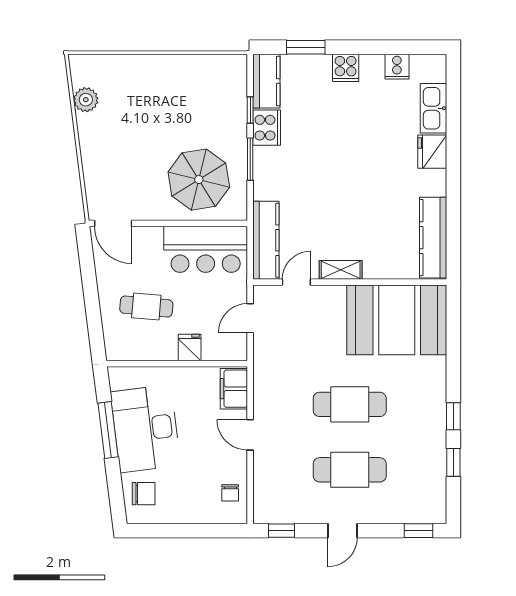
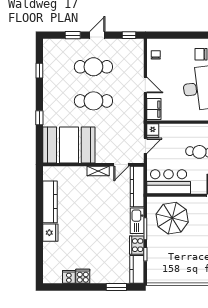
cooker: (346, 68) -> (83, 276), moved
kitchen sink: (433, 108) -> (137, 221), moved, turned 180
kitchen counter: (433, 238) -> (50, 202), moved
fridge: (190, 347) -> (153, 131), moved
window: (453, 416) -> (39, 118), moved
window: (418, 531) -> (73, 35), moved

